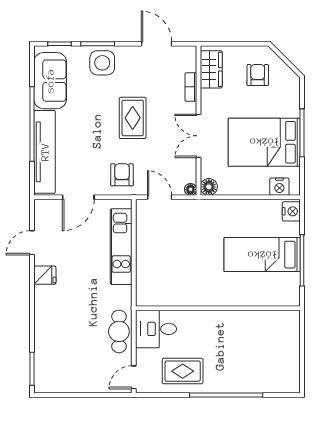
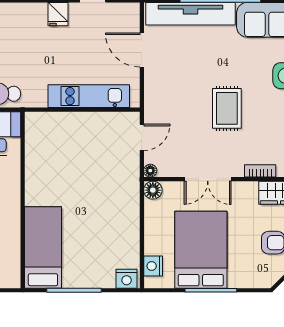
rug: (133, 118) -> (227, 108), turned 90
double door: (198, 136) -> (208, 179), swing flipped
armchair: (122, 175) -> (166, 97), removed
bed: (262, 255) -> (43, 247), moved

